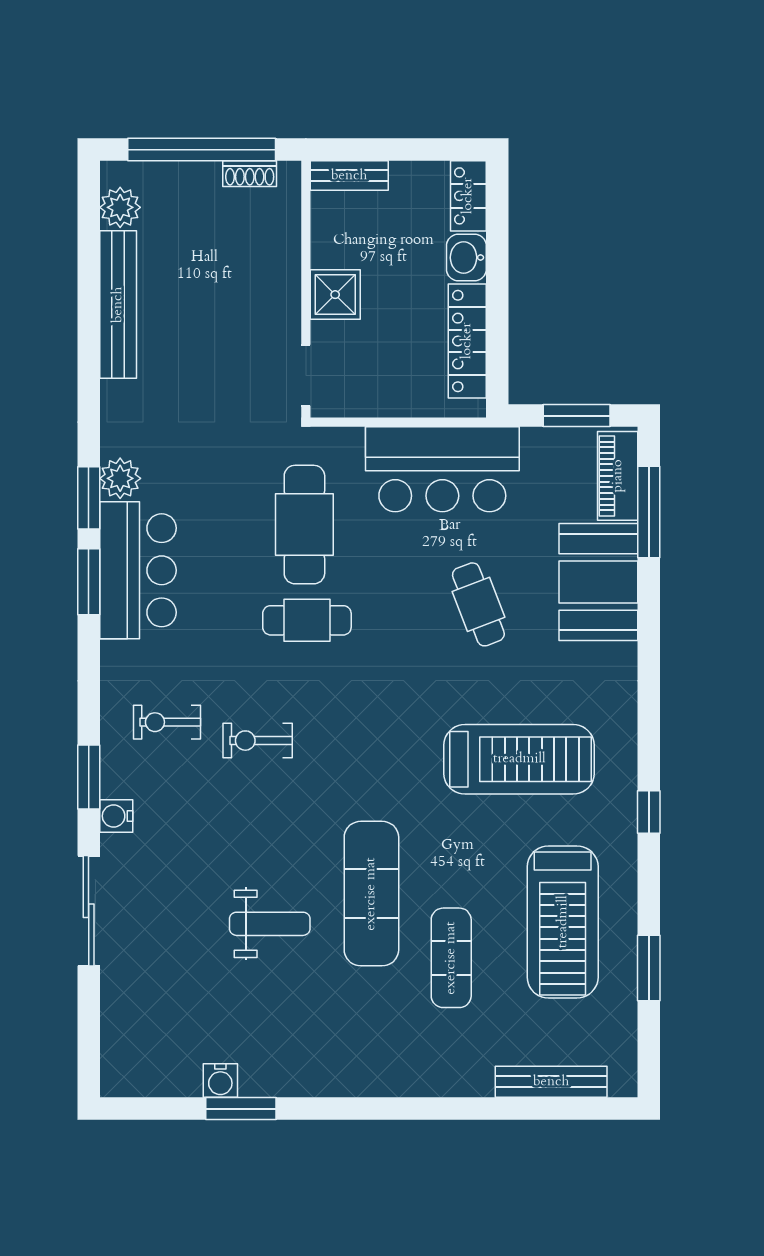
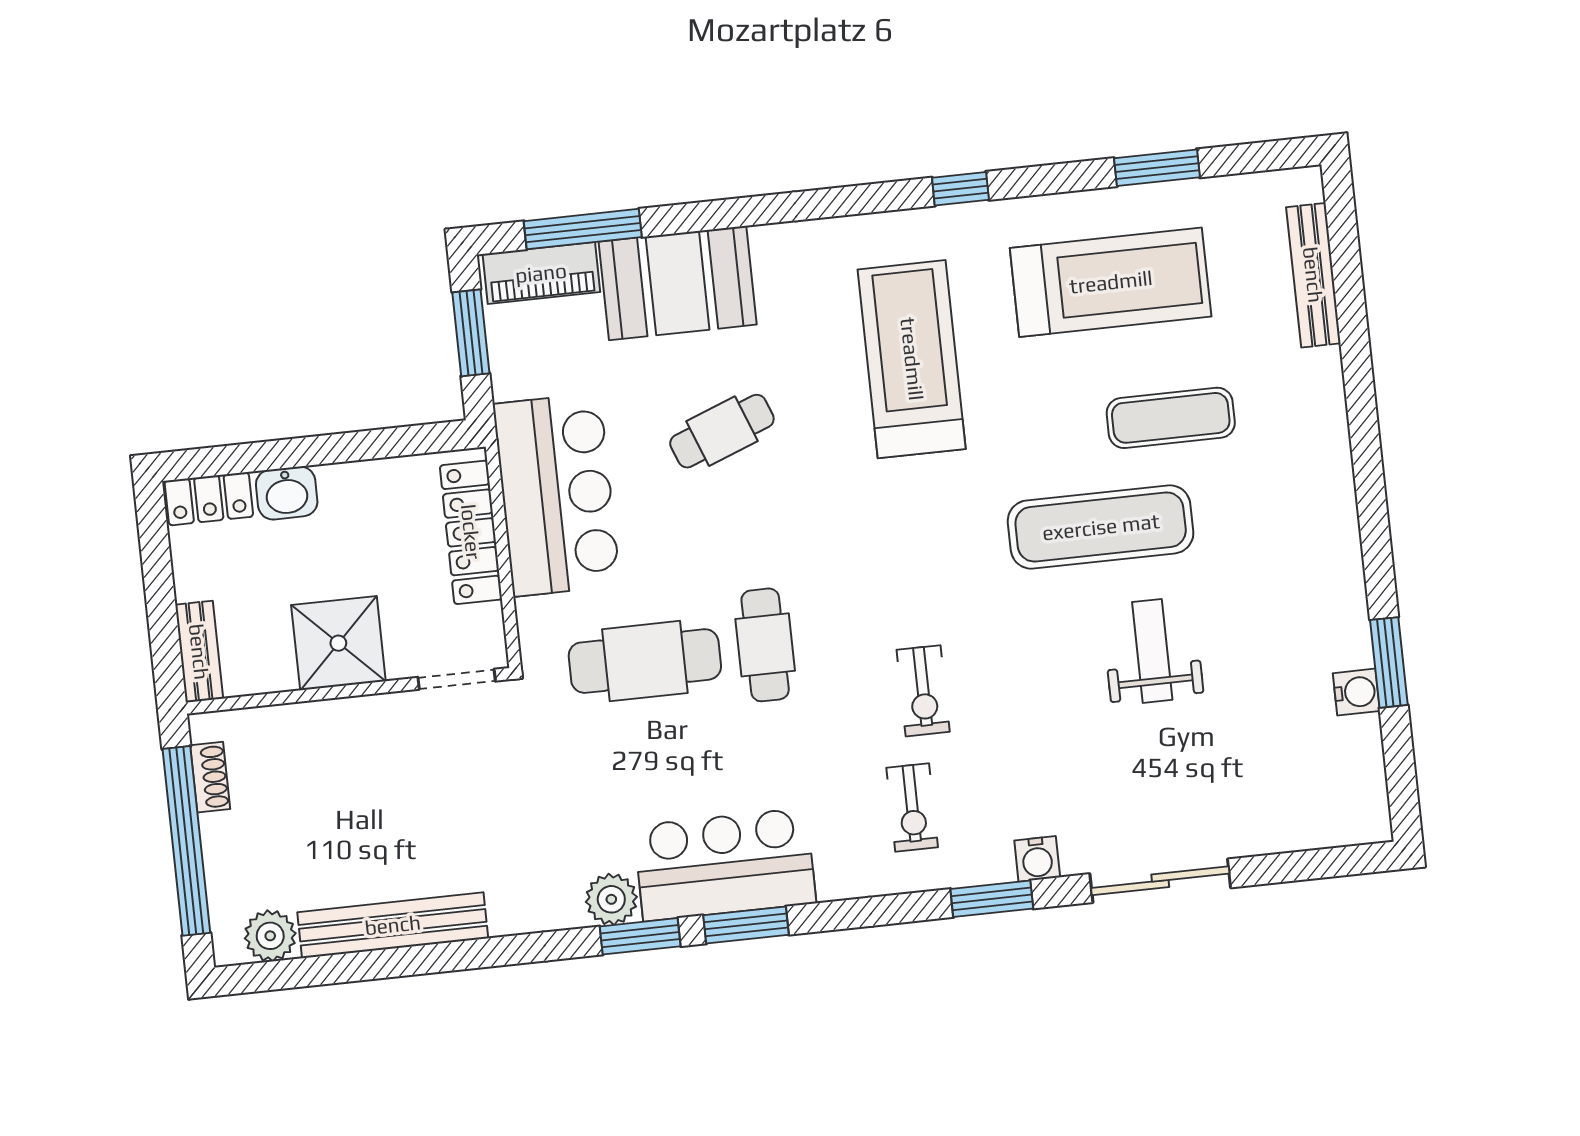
shower: (335, 295) -> (338, 643), width x1.36, depth x1.36
locker: (467, 341) -> (471, 532), moved, turned 90

